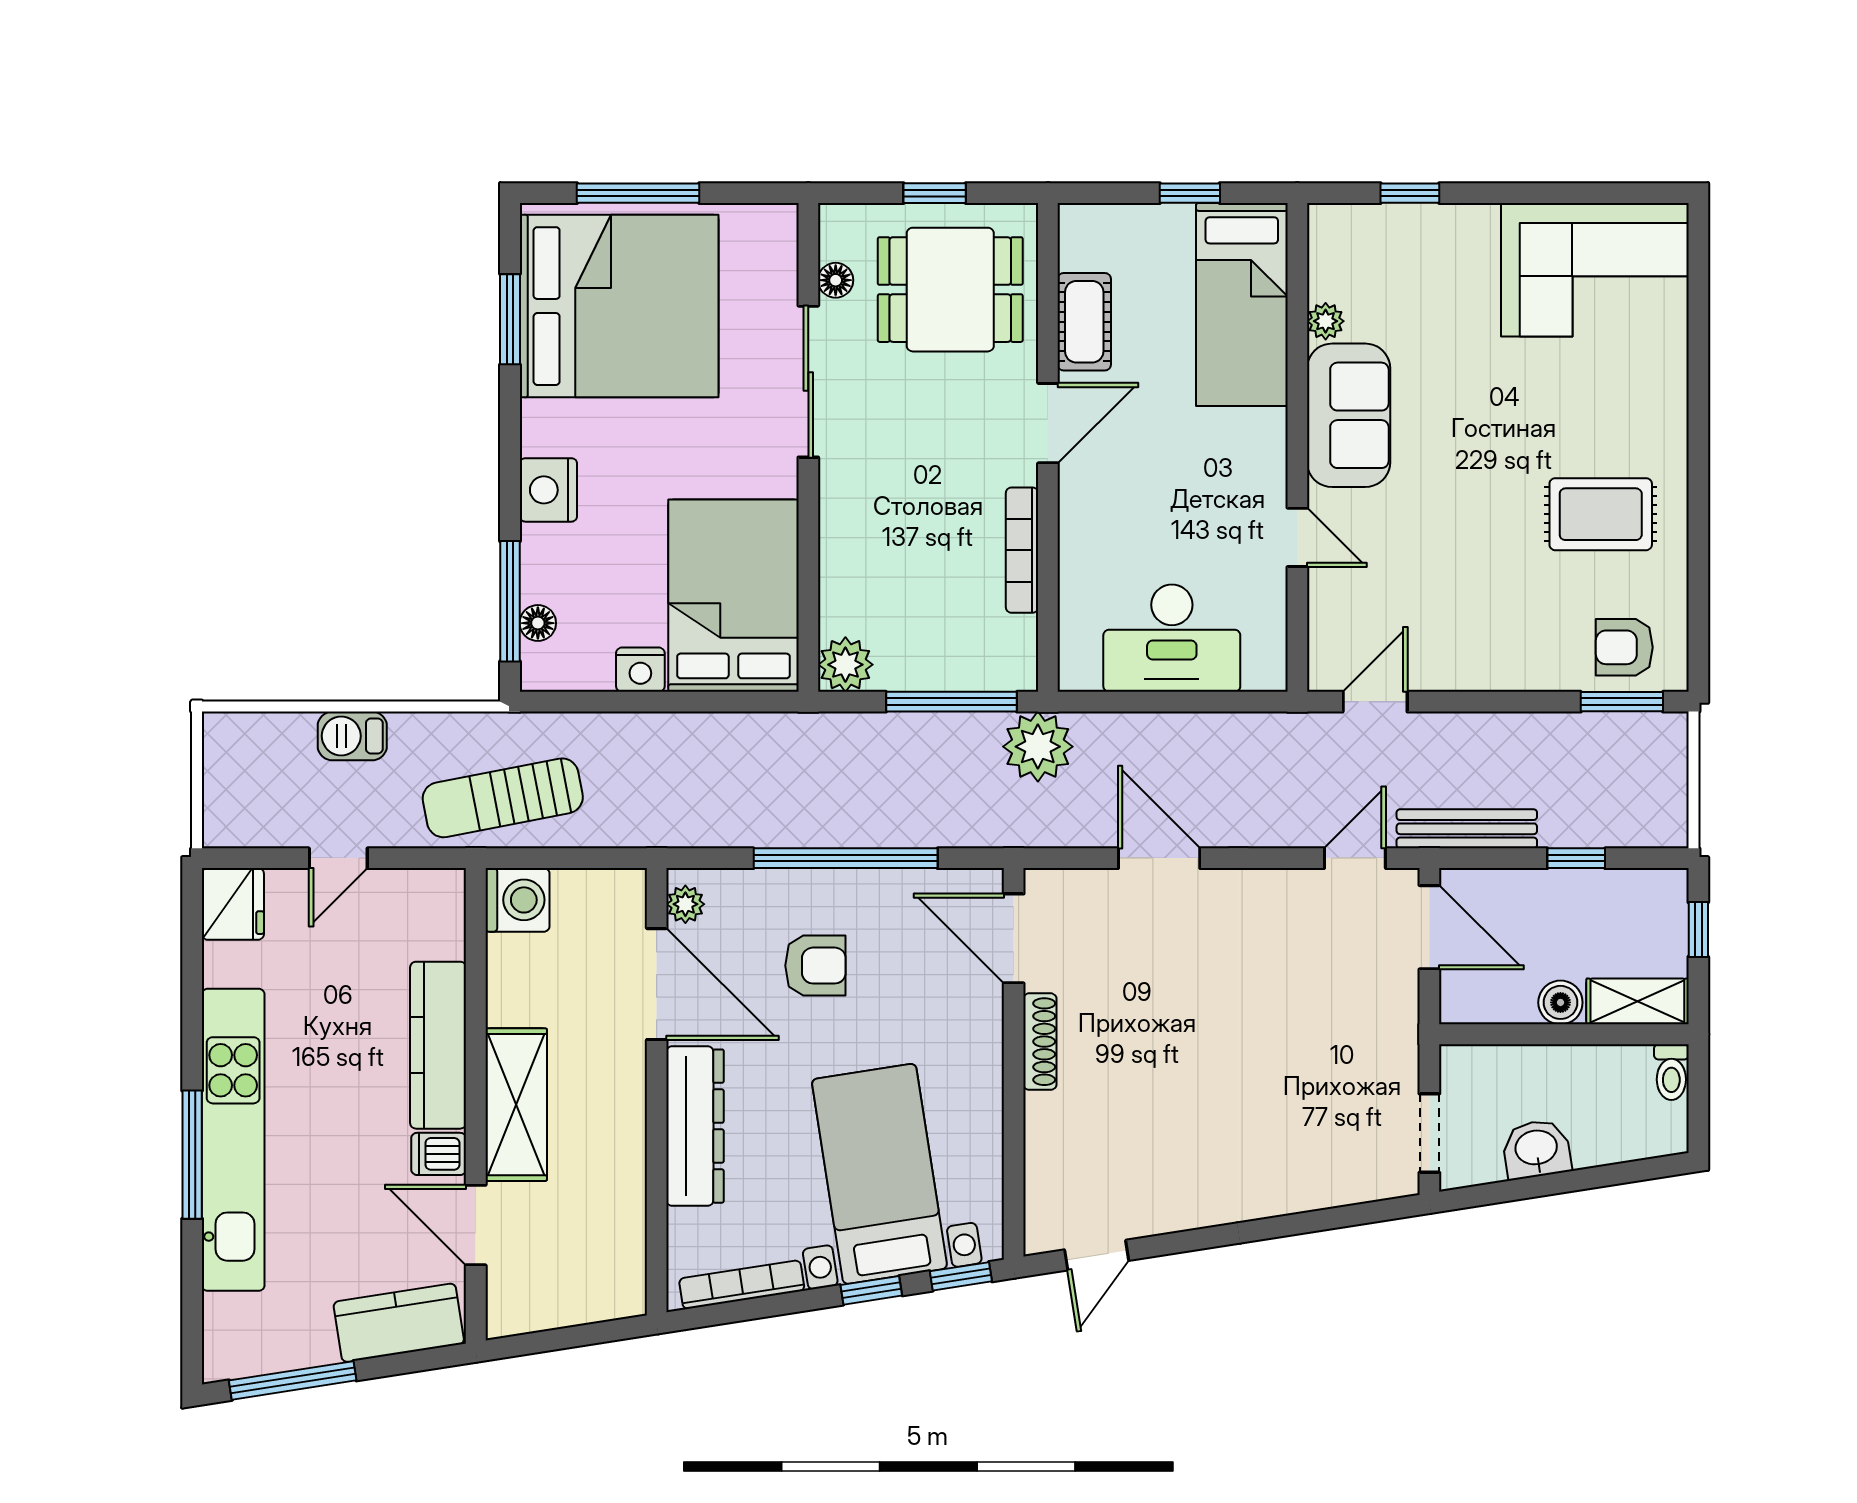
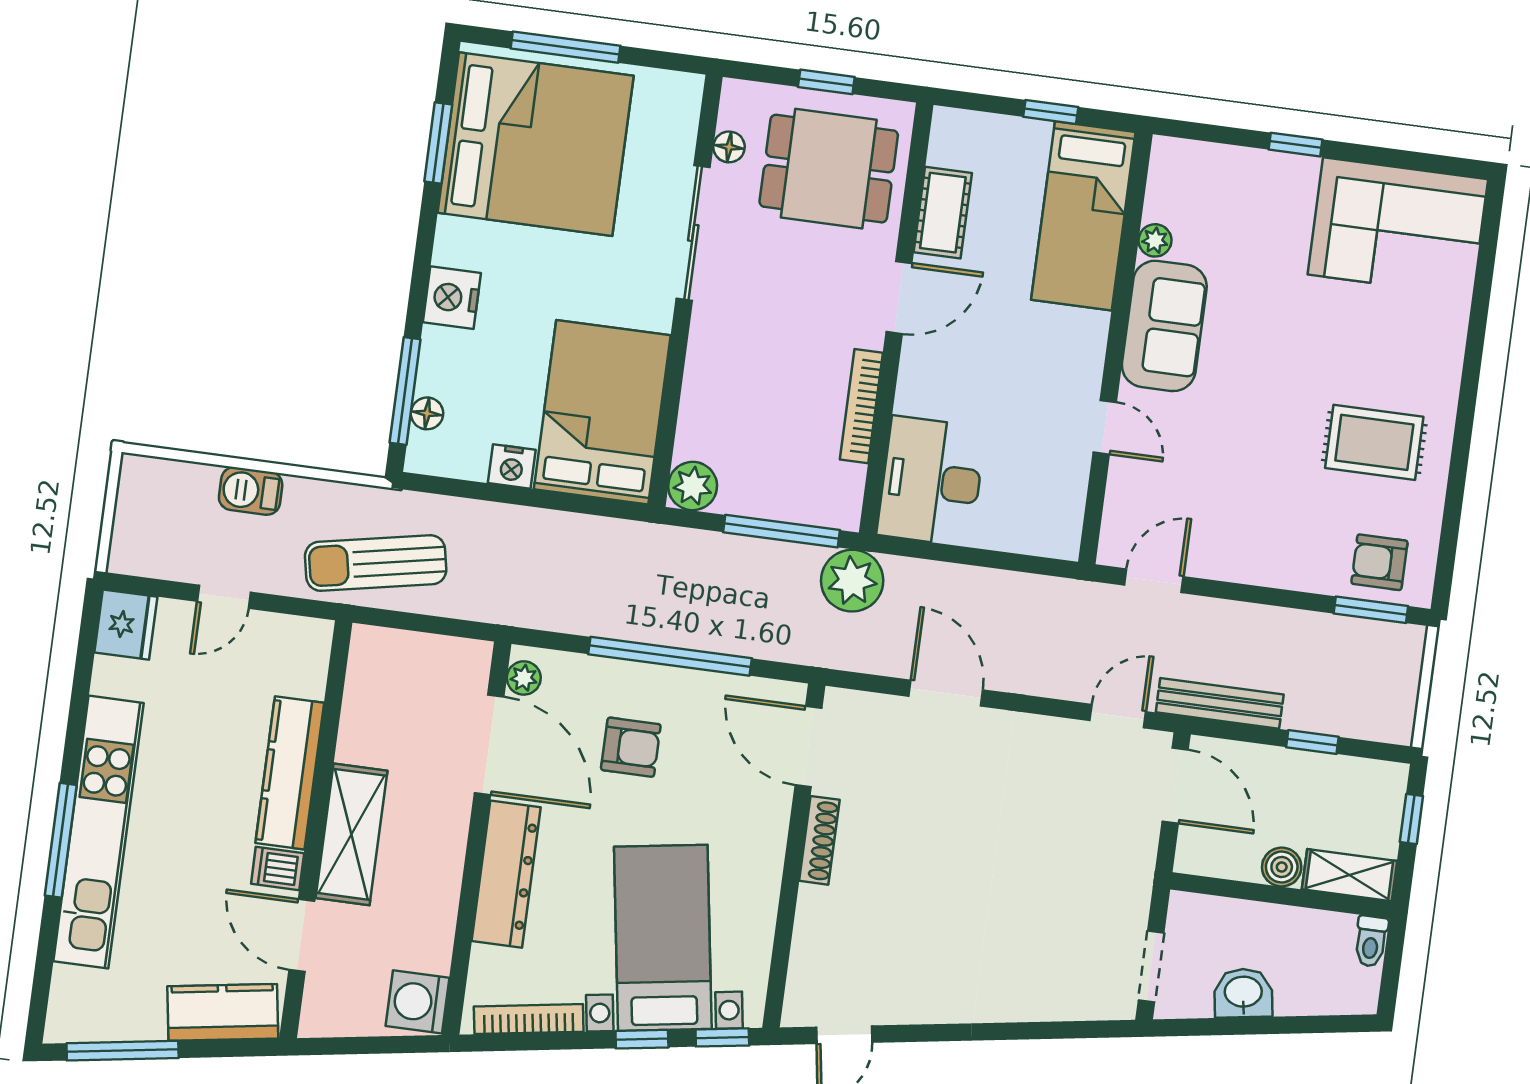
window: (1410, 193) -> (1295, 145), moved
desk: (1172, 638) -> (931, 481), moved, turned 90
washing machine: (517, 900) -> (418, 1002), moved, turned 180

